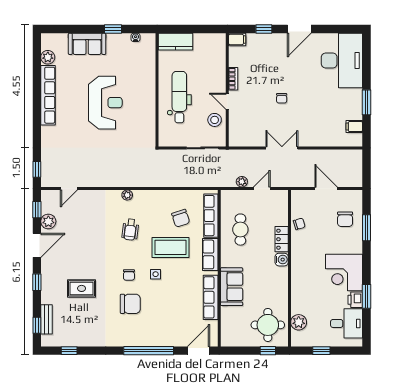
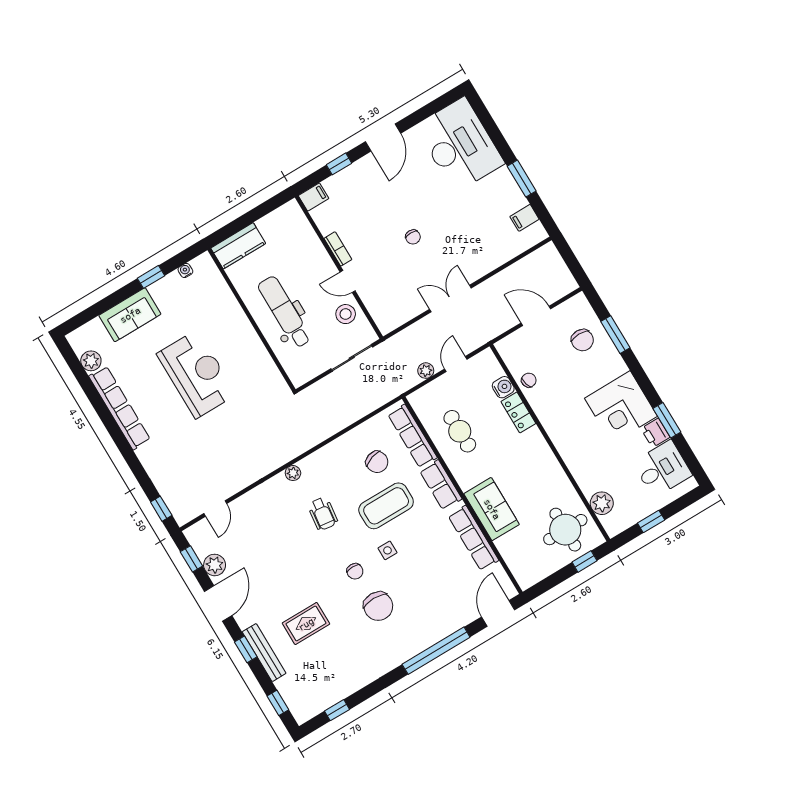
water cooler: (282, 260) -> (503, 387), moved
chair: (130, 304) -> (378, 606), turned 90
bench: (47, 319) -> (264, 653), moved, width x1.36

